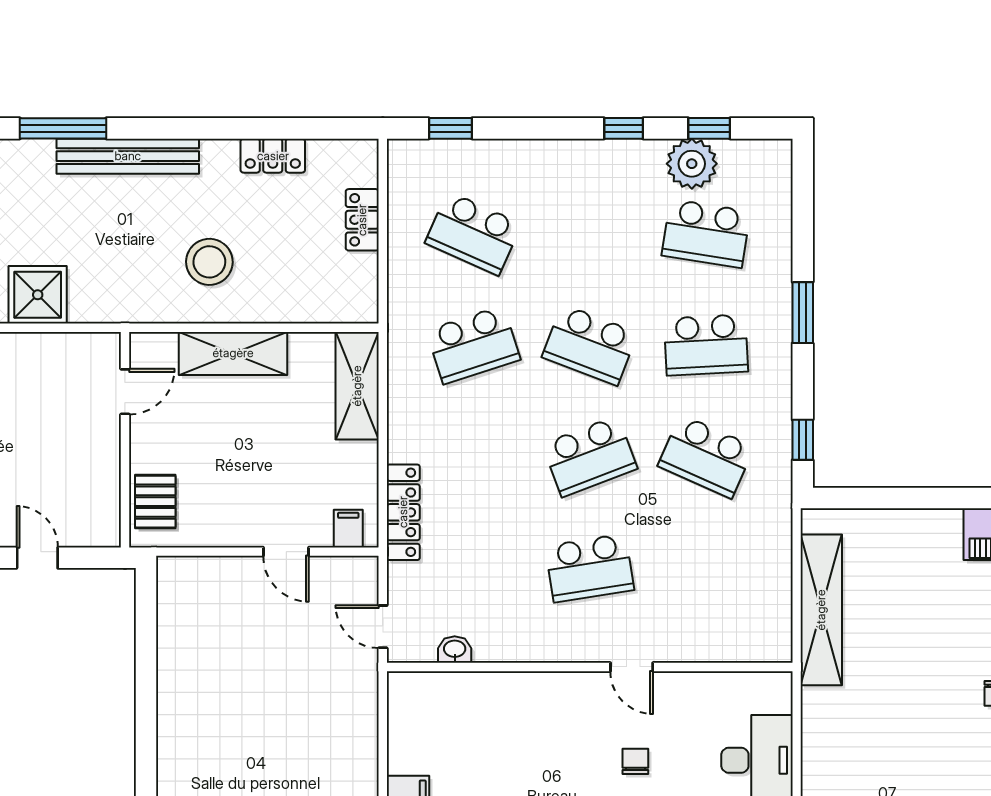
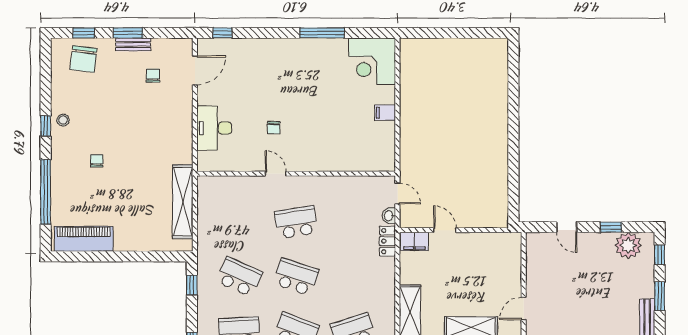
school desk: (590, 456) -> (296, 277), turned 39
pallet: (155, 502) -> (509, 255), removed
locker: (403, 512) -> (387, 241), width x0.66
filing cabinet: (348, 529) -> (414, 242), width x2.00
washbasin: (455, 650) -> (389, 216), moved, turned 90

